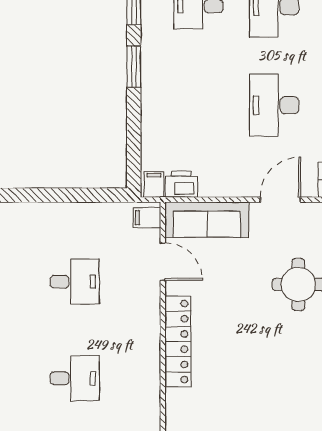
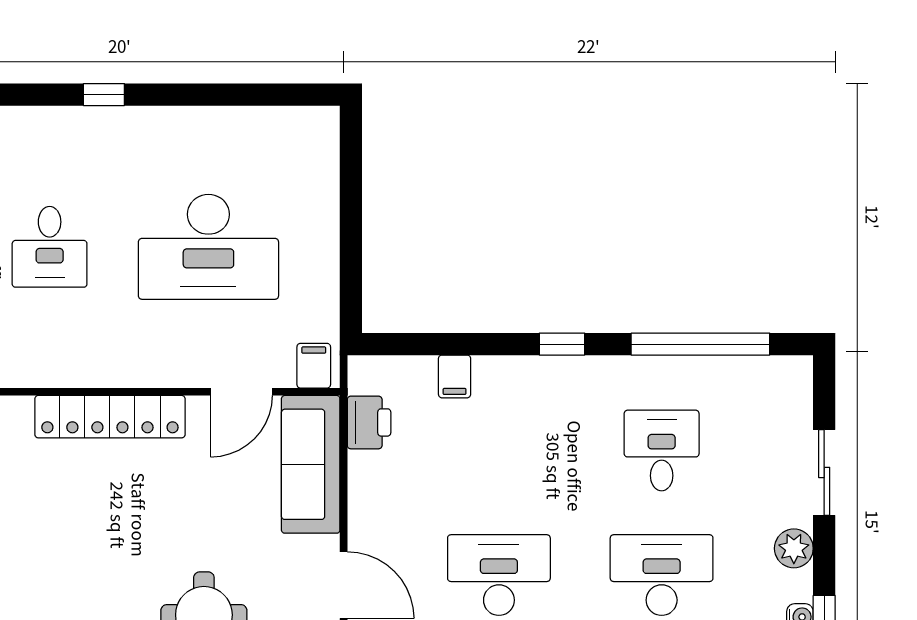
window: (134, 67) -> (562, 344), width x0.67
filing cabinet: (154, 184) -> (455, 376), moved, turned 90
desk: (75, 282) -> (208, 247), width x1.87, depth x1.30

